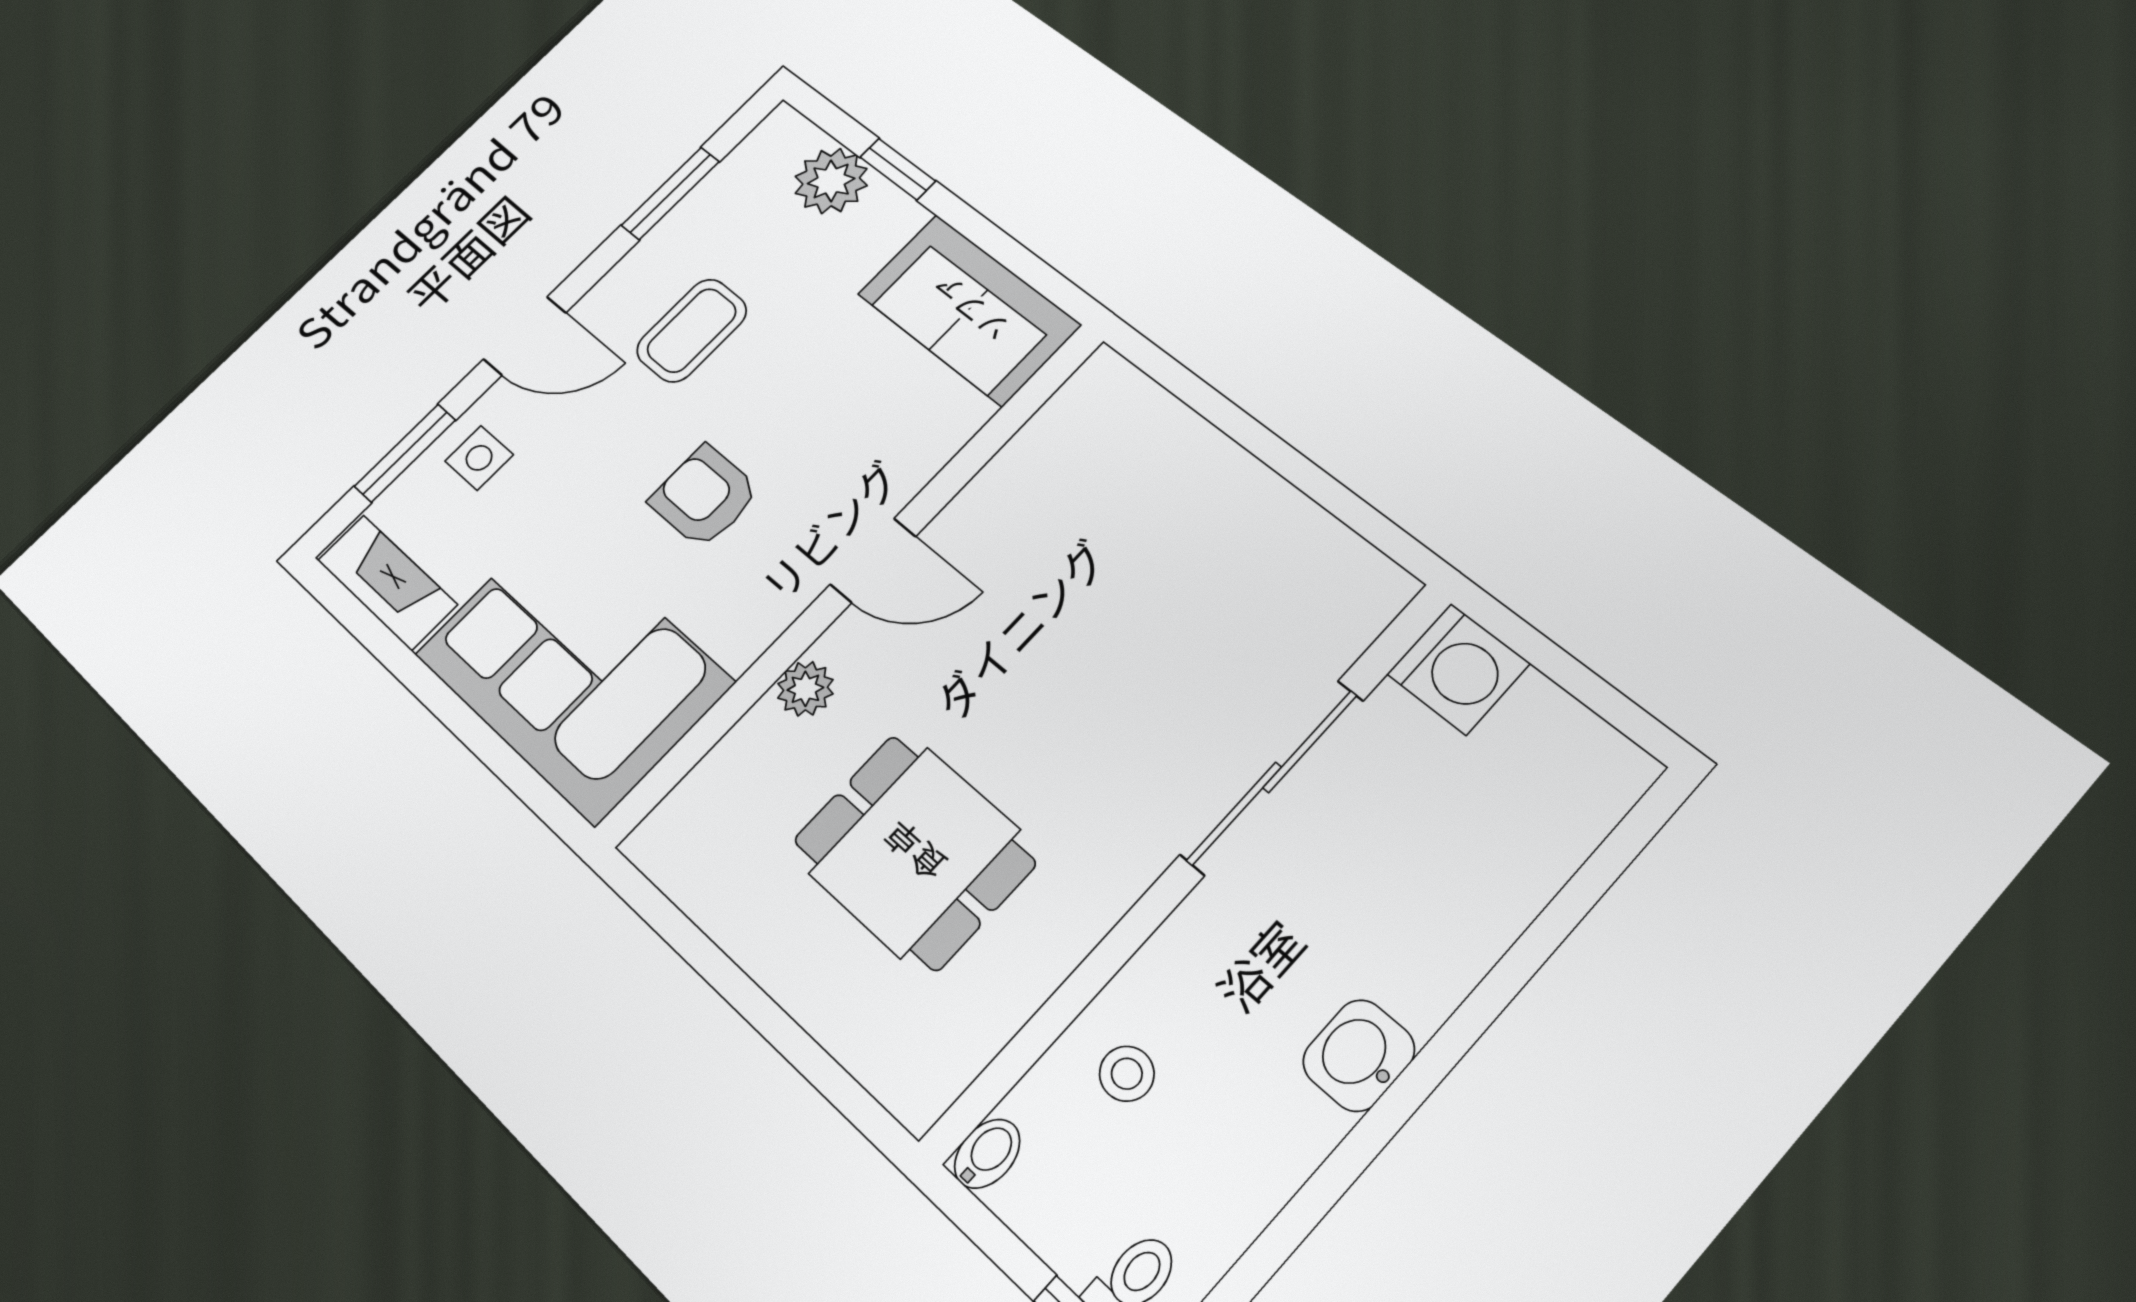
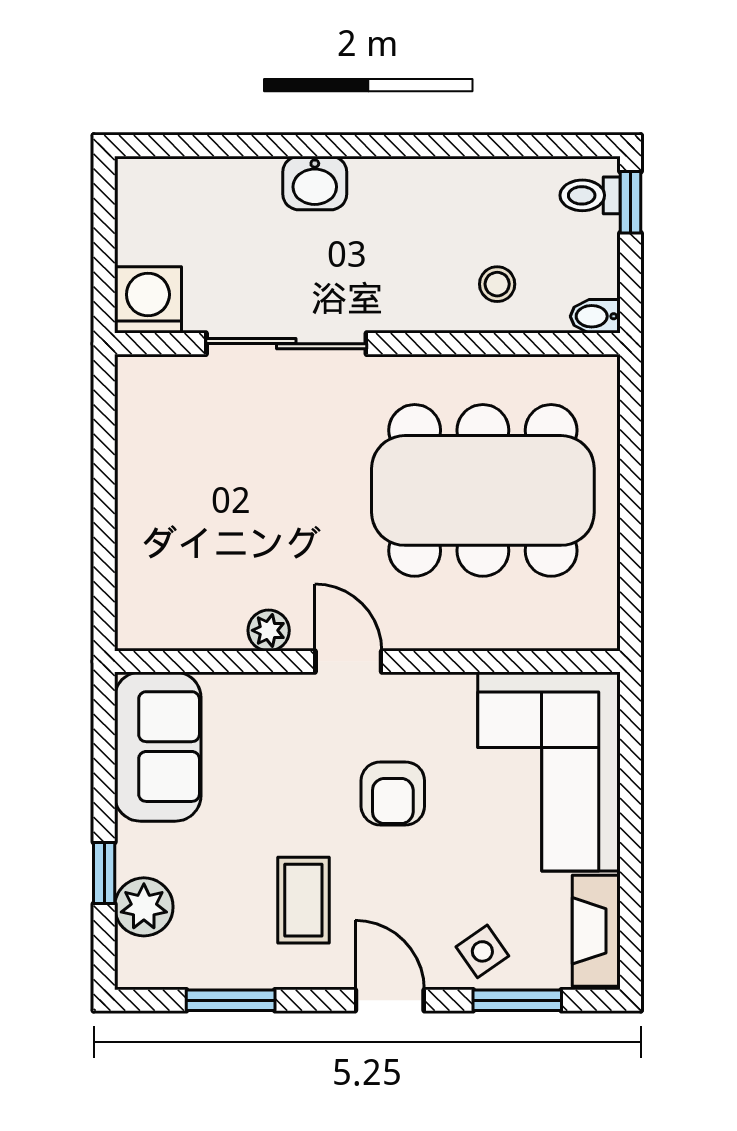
coffee table: (692, 331) -> (303, 900), turned 90
side table: (479, 458) -> (482, 951), turned -35
plant: (805, 689) -> (269, 630), moved
dining table: (914, 852) -> (483, 490), width x1.88, depth x1.24
washbasin: (1359, 1055) -> (315, 183), moved

